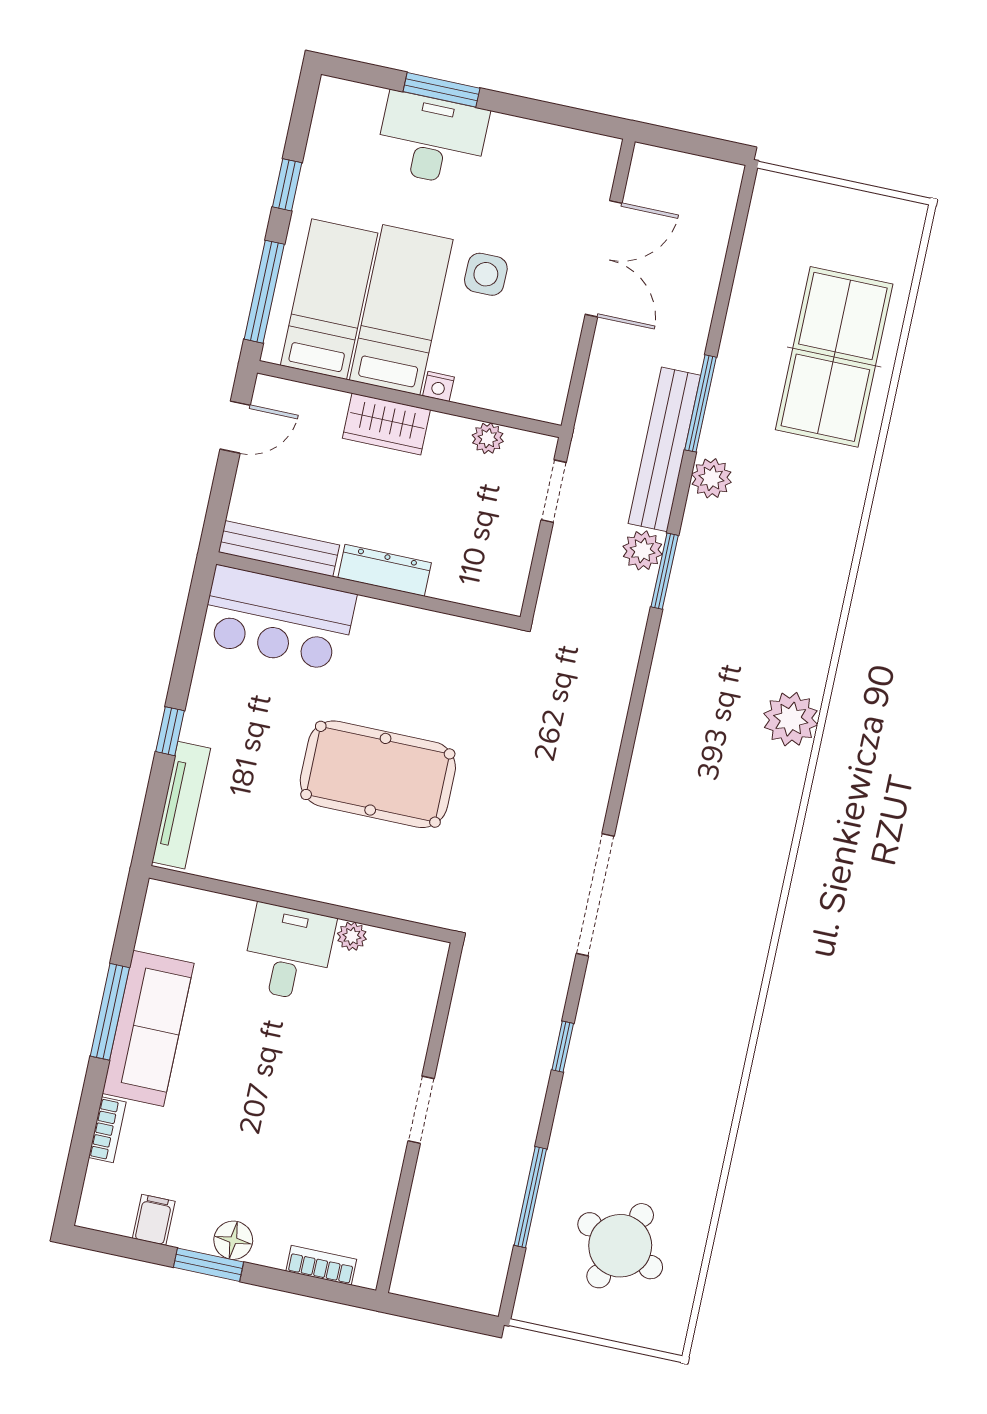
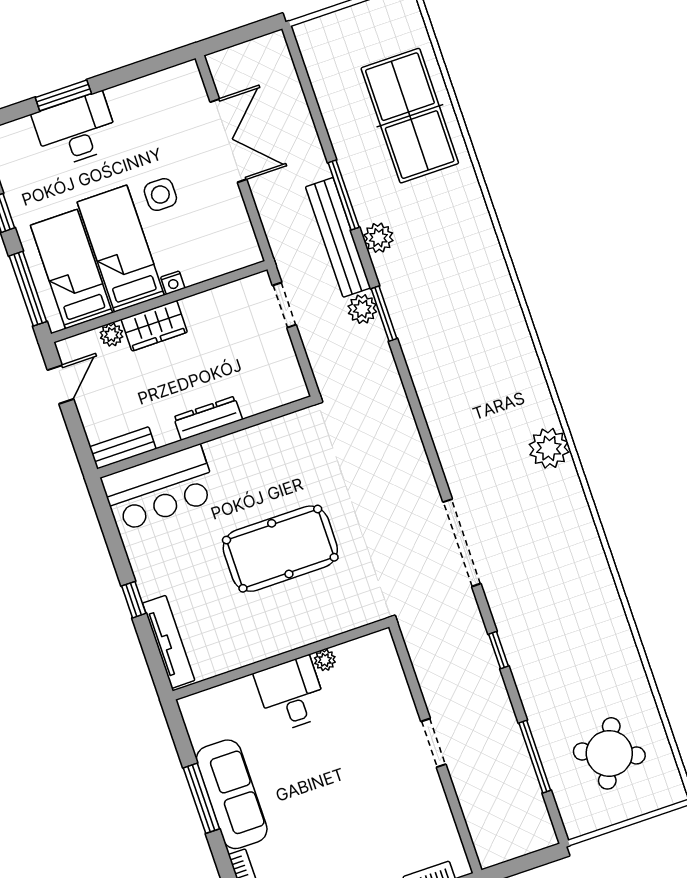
plant: (488, 438) -> (112, 335), moved
bench: (279, 549) -> (123, 448), width x0.73
plant: (791, 719) -> (549, 448), moved

